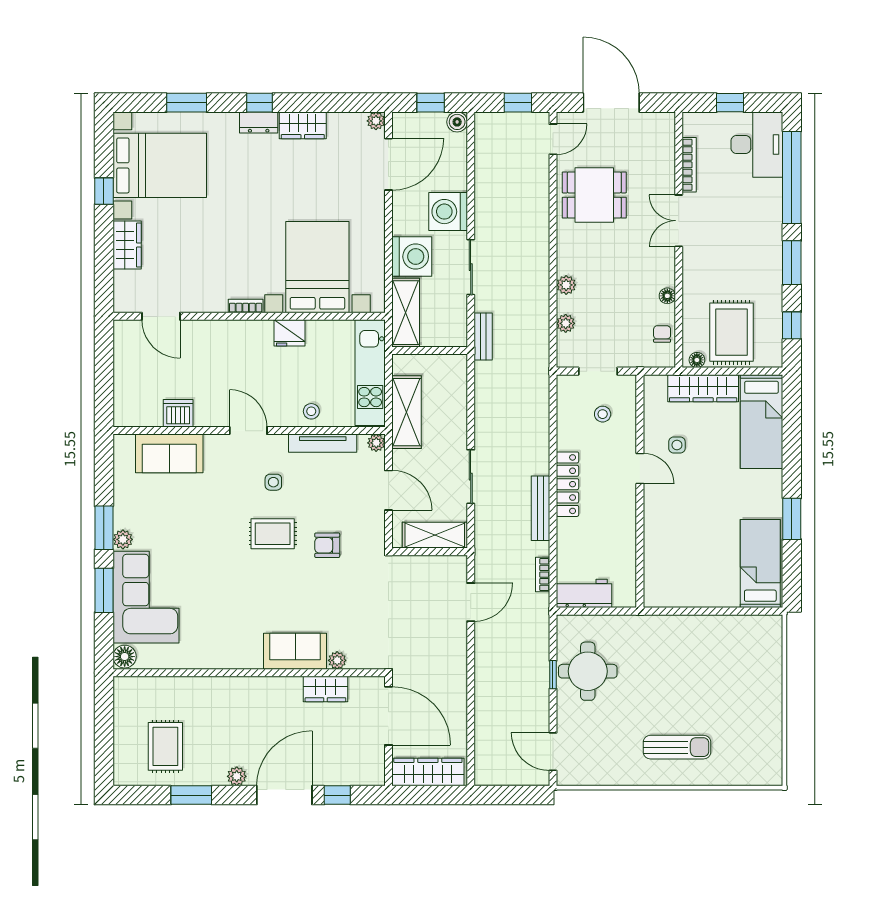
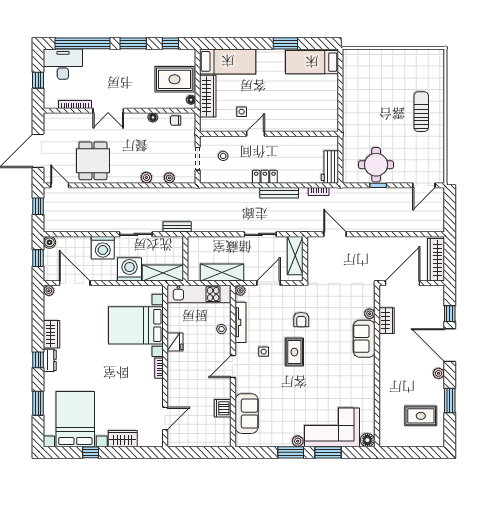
locker: (567, 484) -> (265, 177), width x0.66

